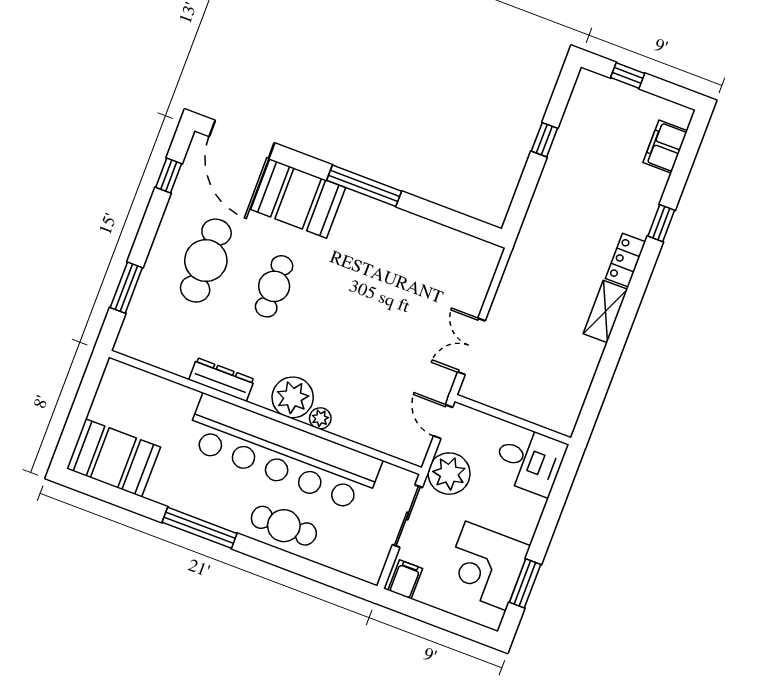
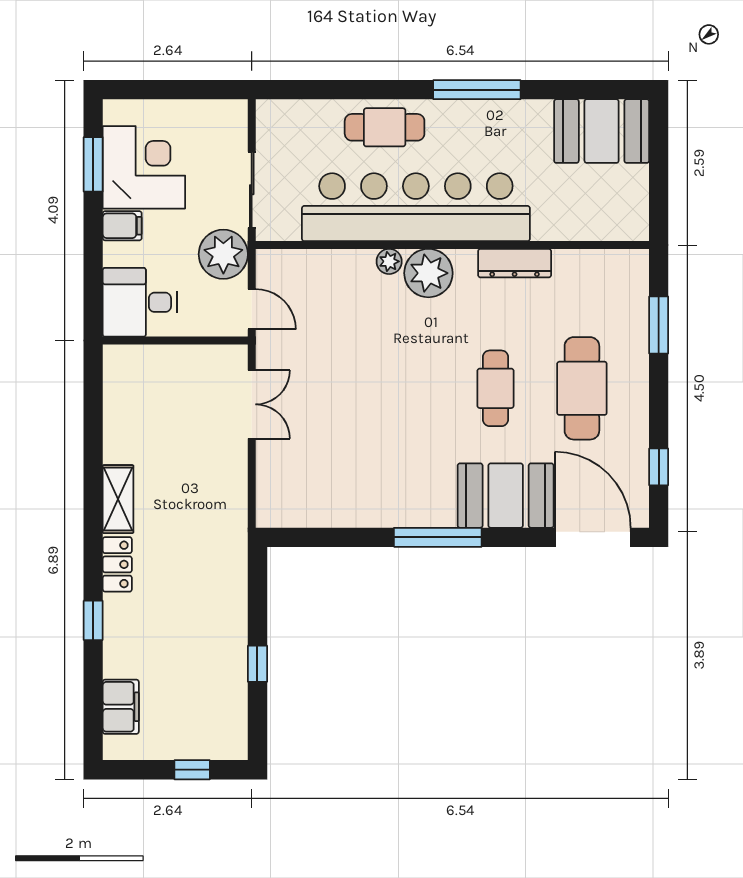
filing cabinet: (405, 579) -> (122, 226), moved, turned -90

